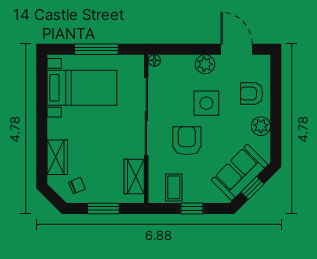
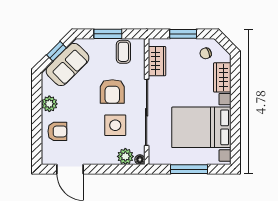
plant: (205, 64) -> (125, 156), moved
bed with nightstands: (82, 88) -> (201, 127), width x1.36
side table: (206, 103) -> (115, 125), moved
window: (192, 208) -> (108, 34), width x1.50

